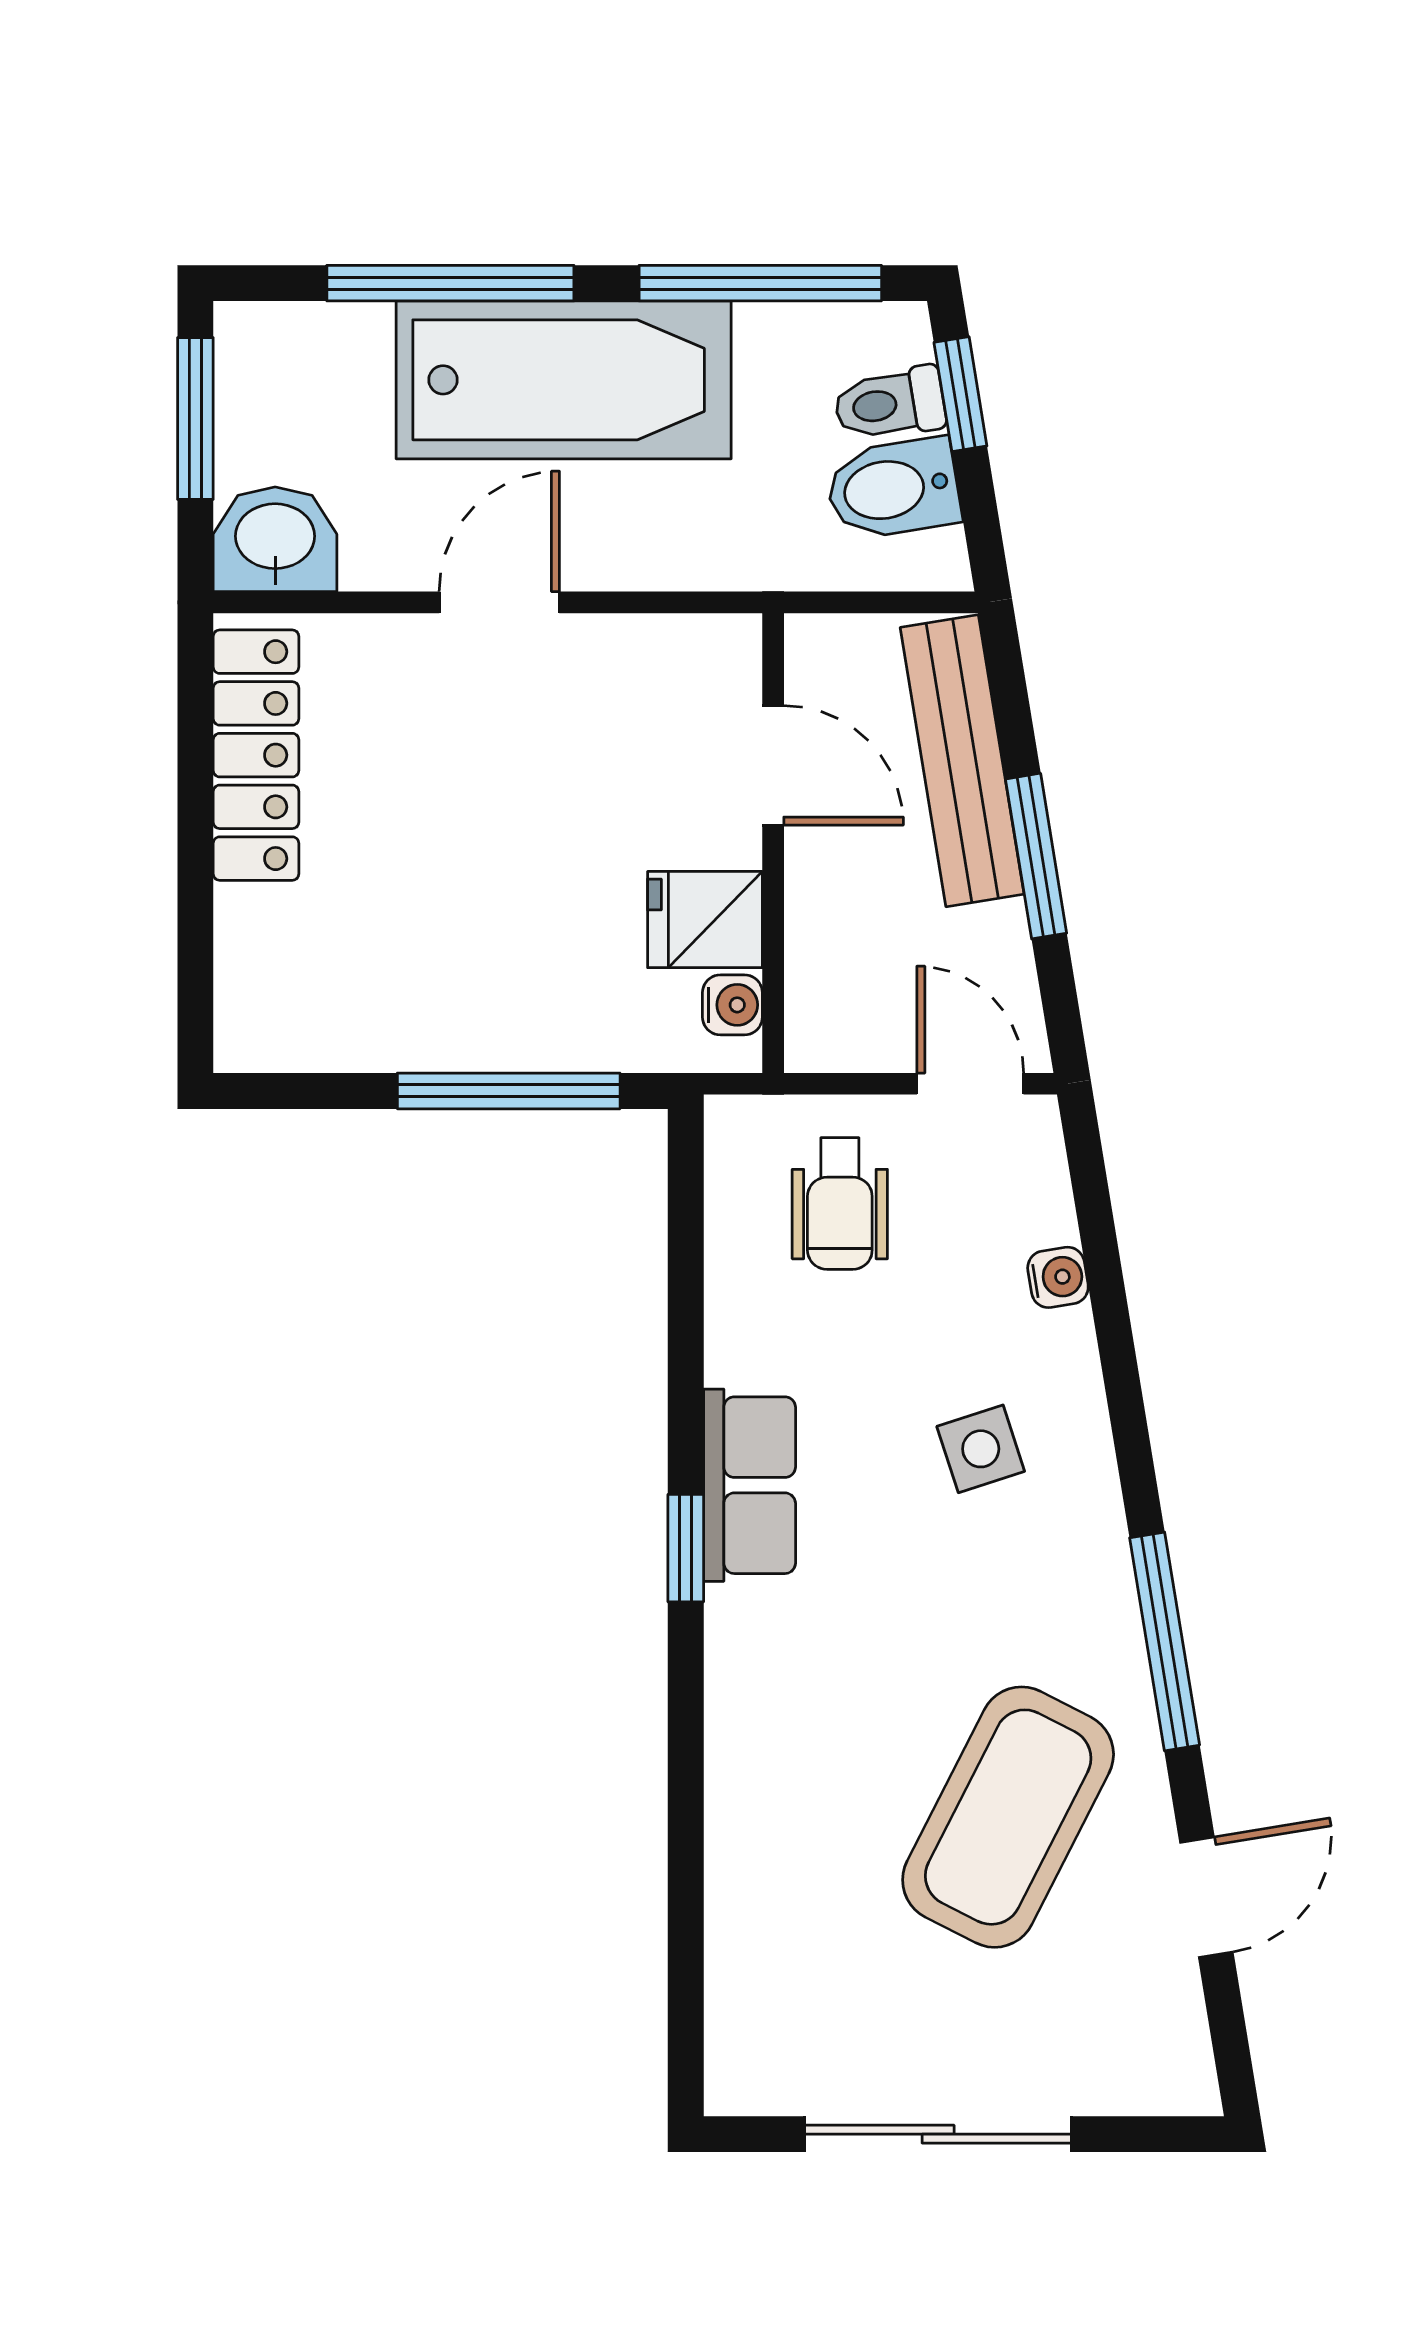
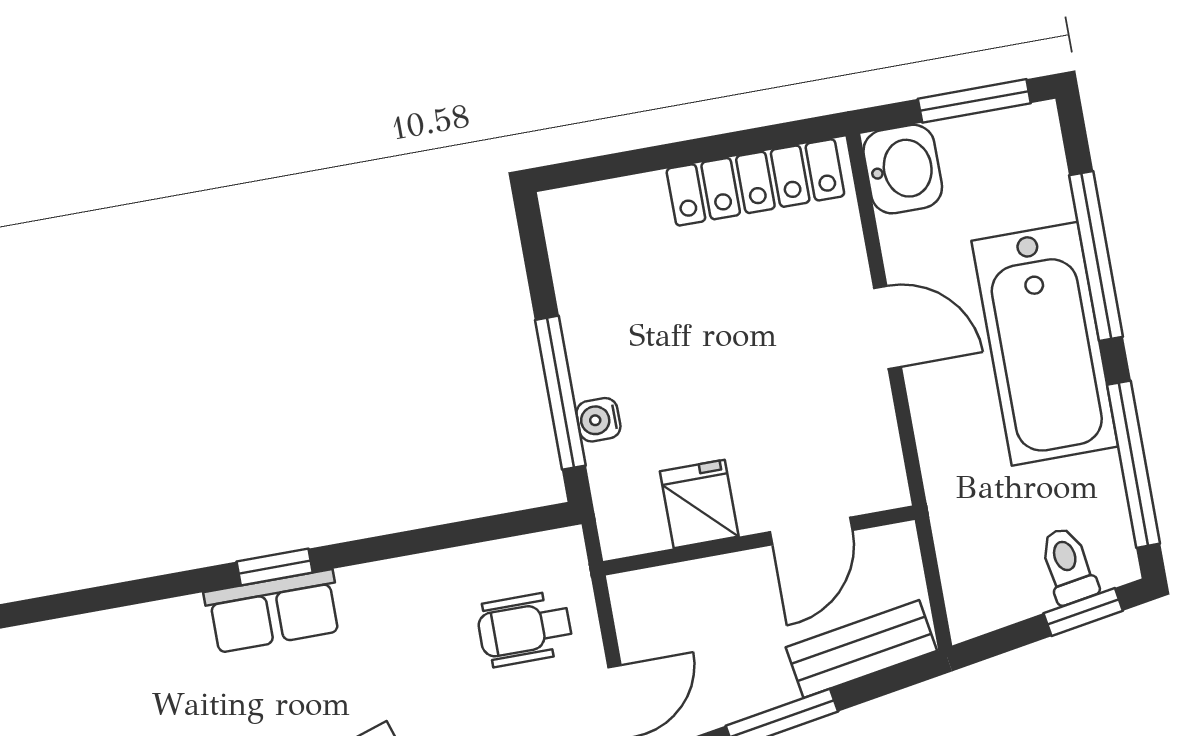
bidet: (893, 489) -> (1011, 578), removed
bench: (962, 761) -> (861, 649), width x0.73
water cooler: (732, 1005) -> (598, 420), moved, turned 90
row of seats: (750, 1485) -> (273, 611), moved

